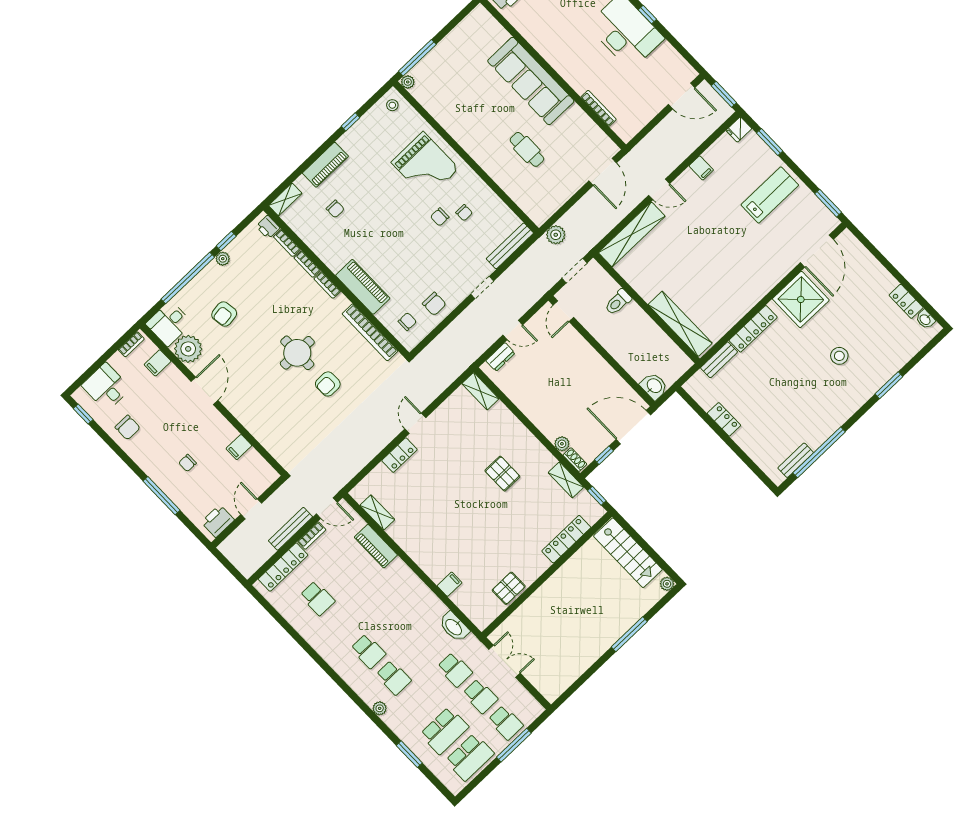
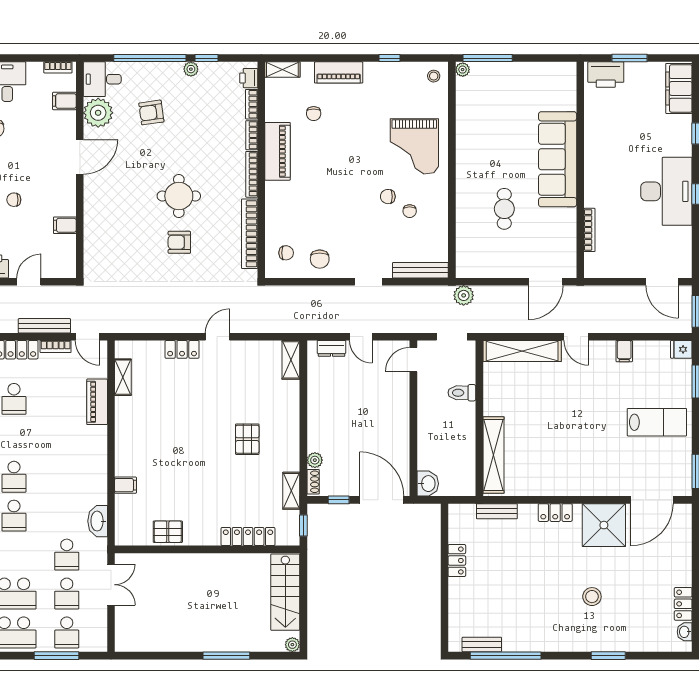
bookcase: (327, 285) -> (252, 174), width x1.56
piano: (363, 287) -> (277, 151), moved
locker: (753, 329) -> (555, 513), width x0.66

